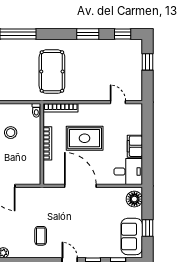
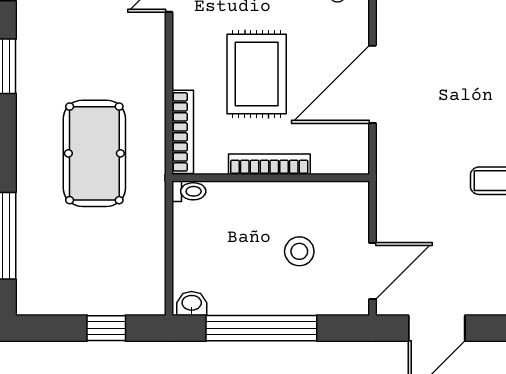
pool table: (52, 72) -> (94, 153), turned 90
stool: (11, 133) -> (299, 251), moved

